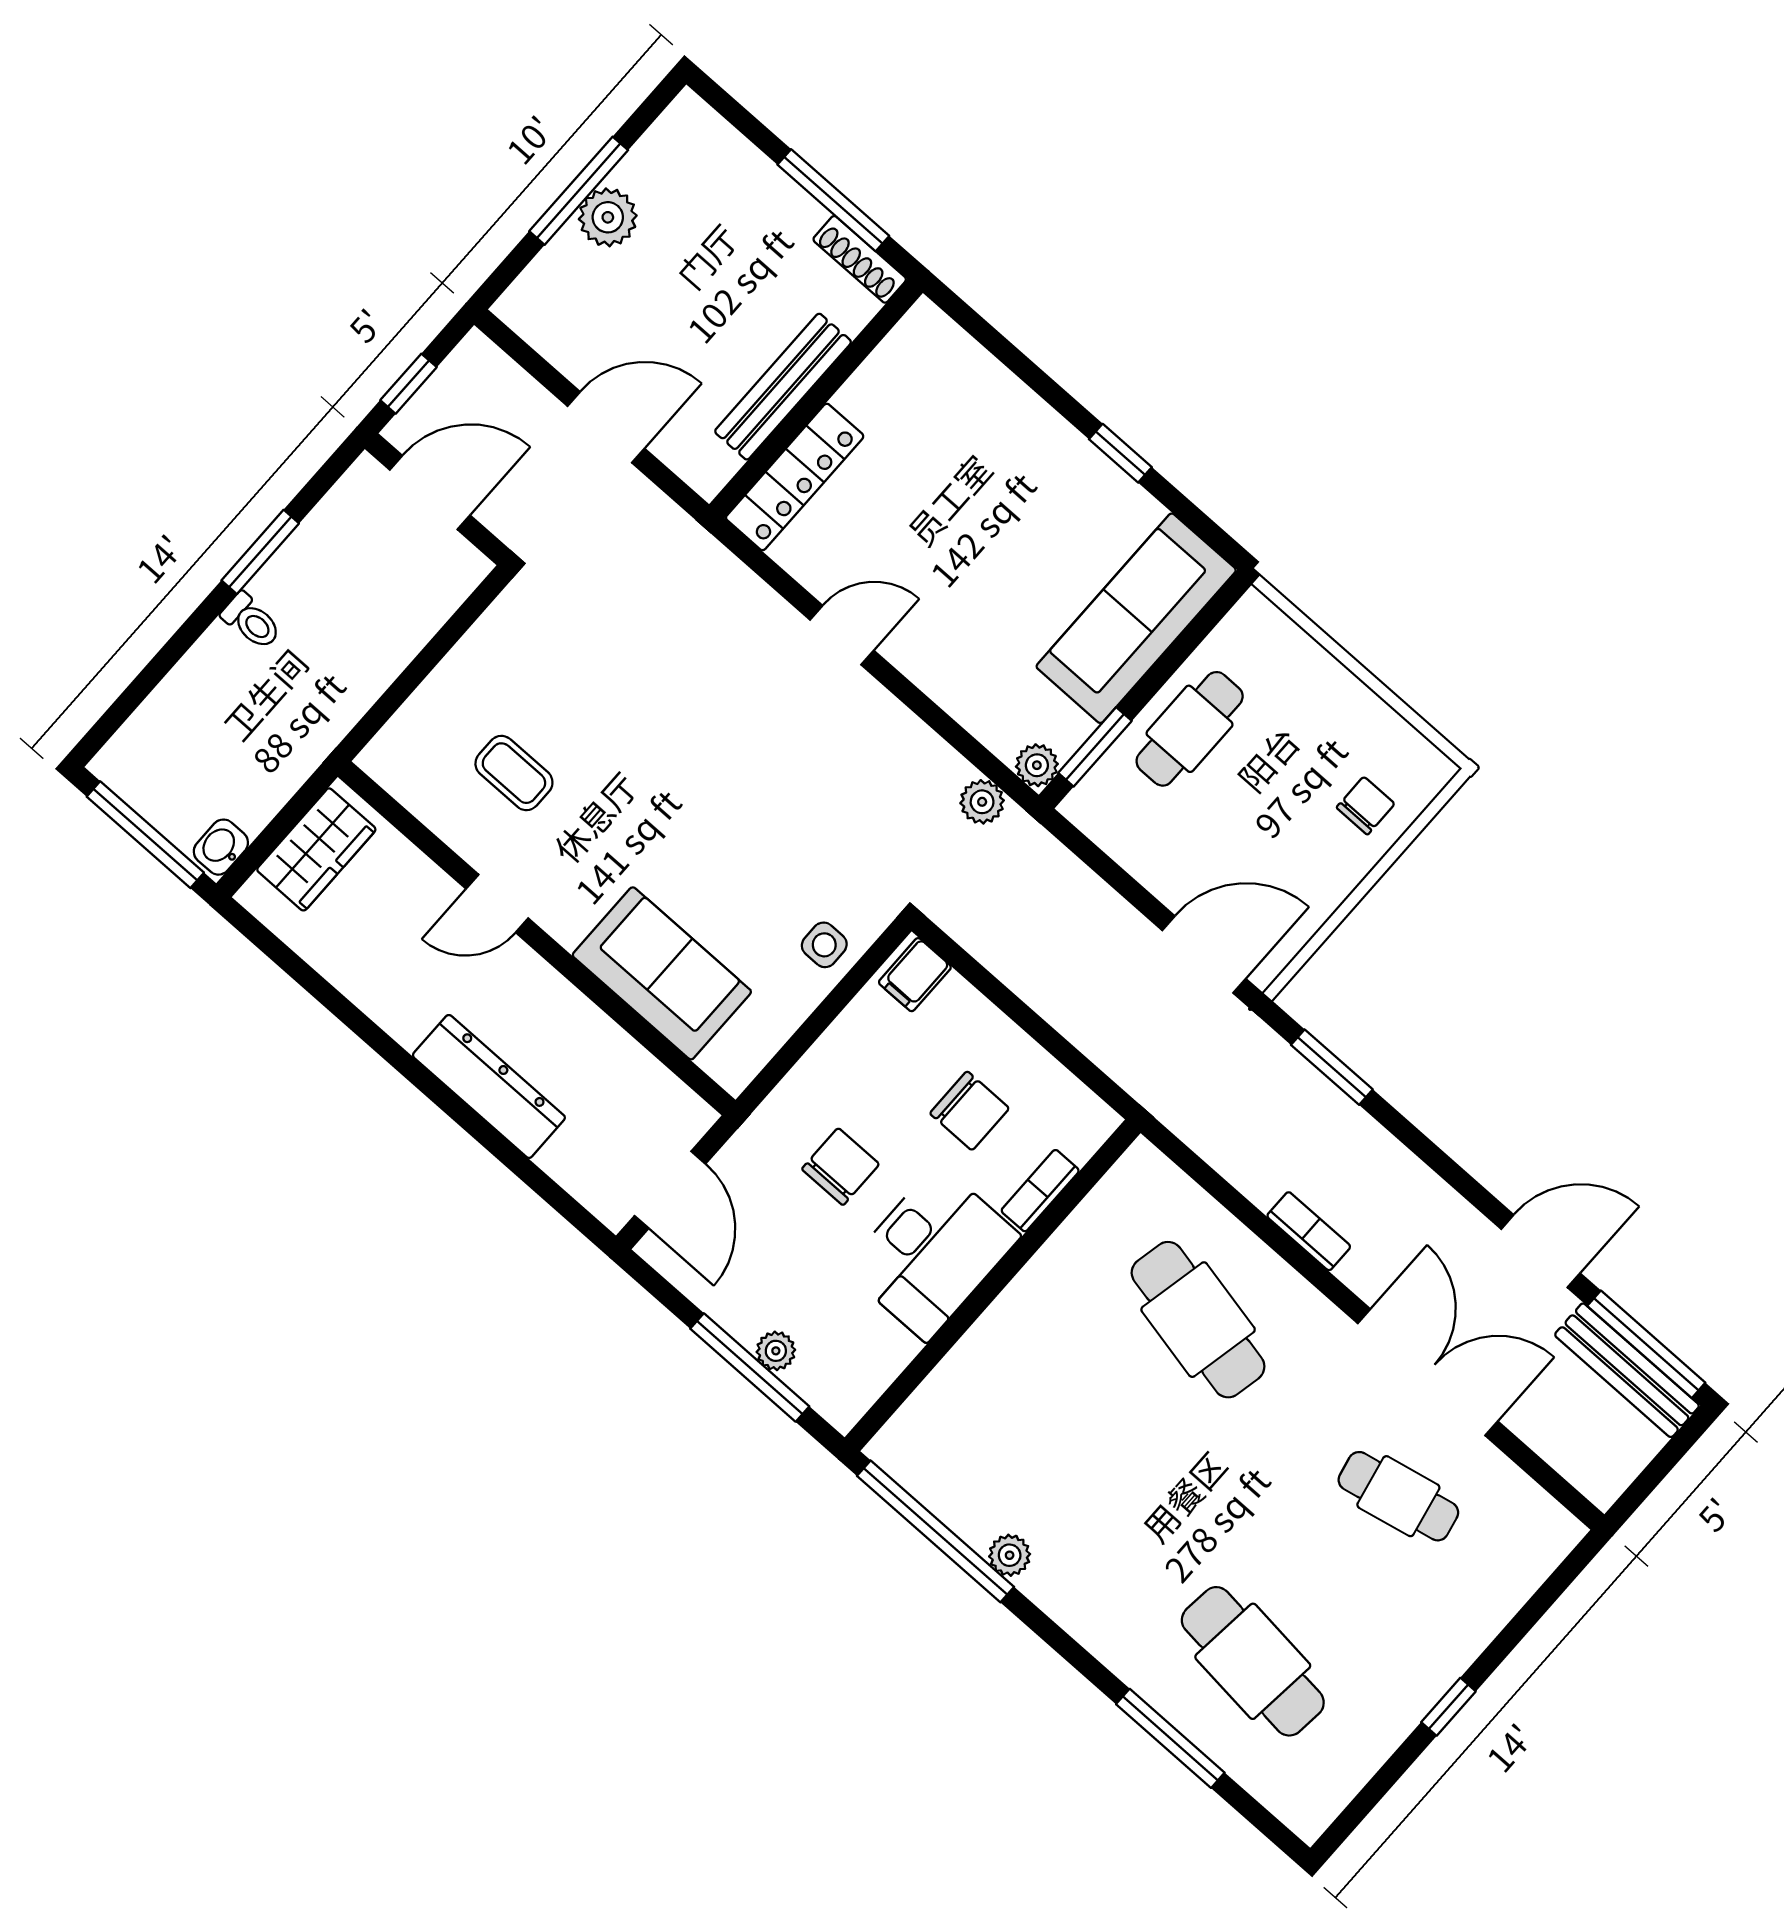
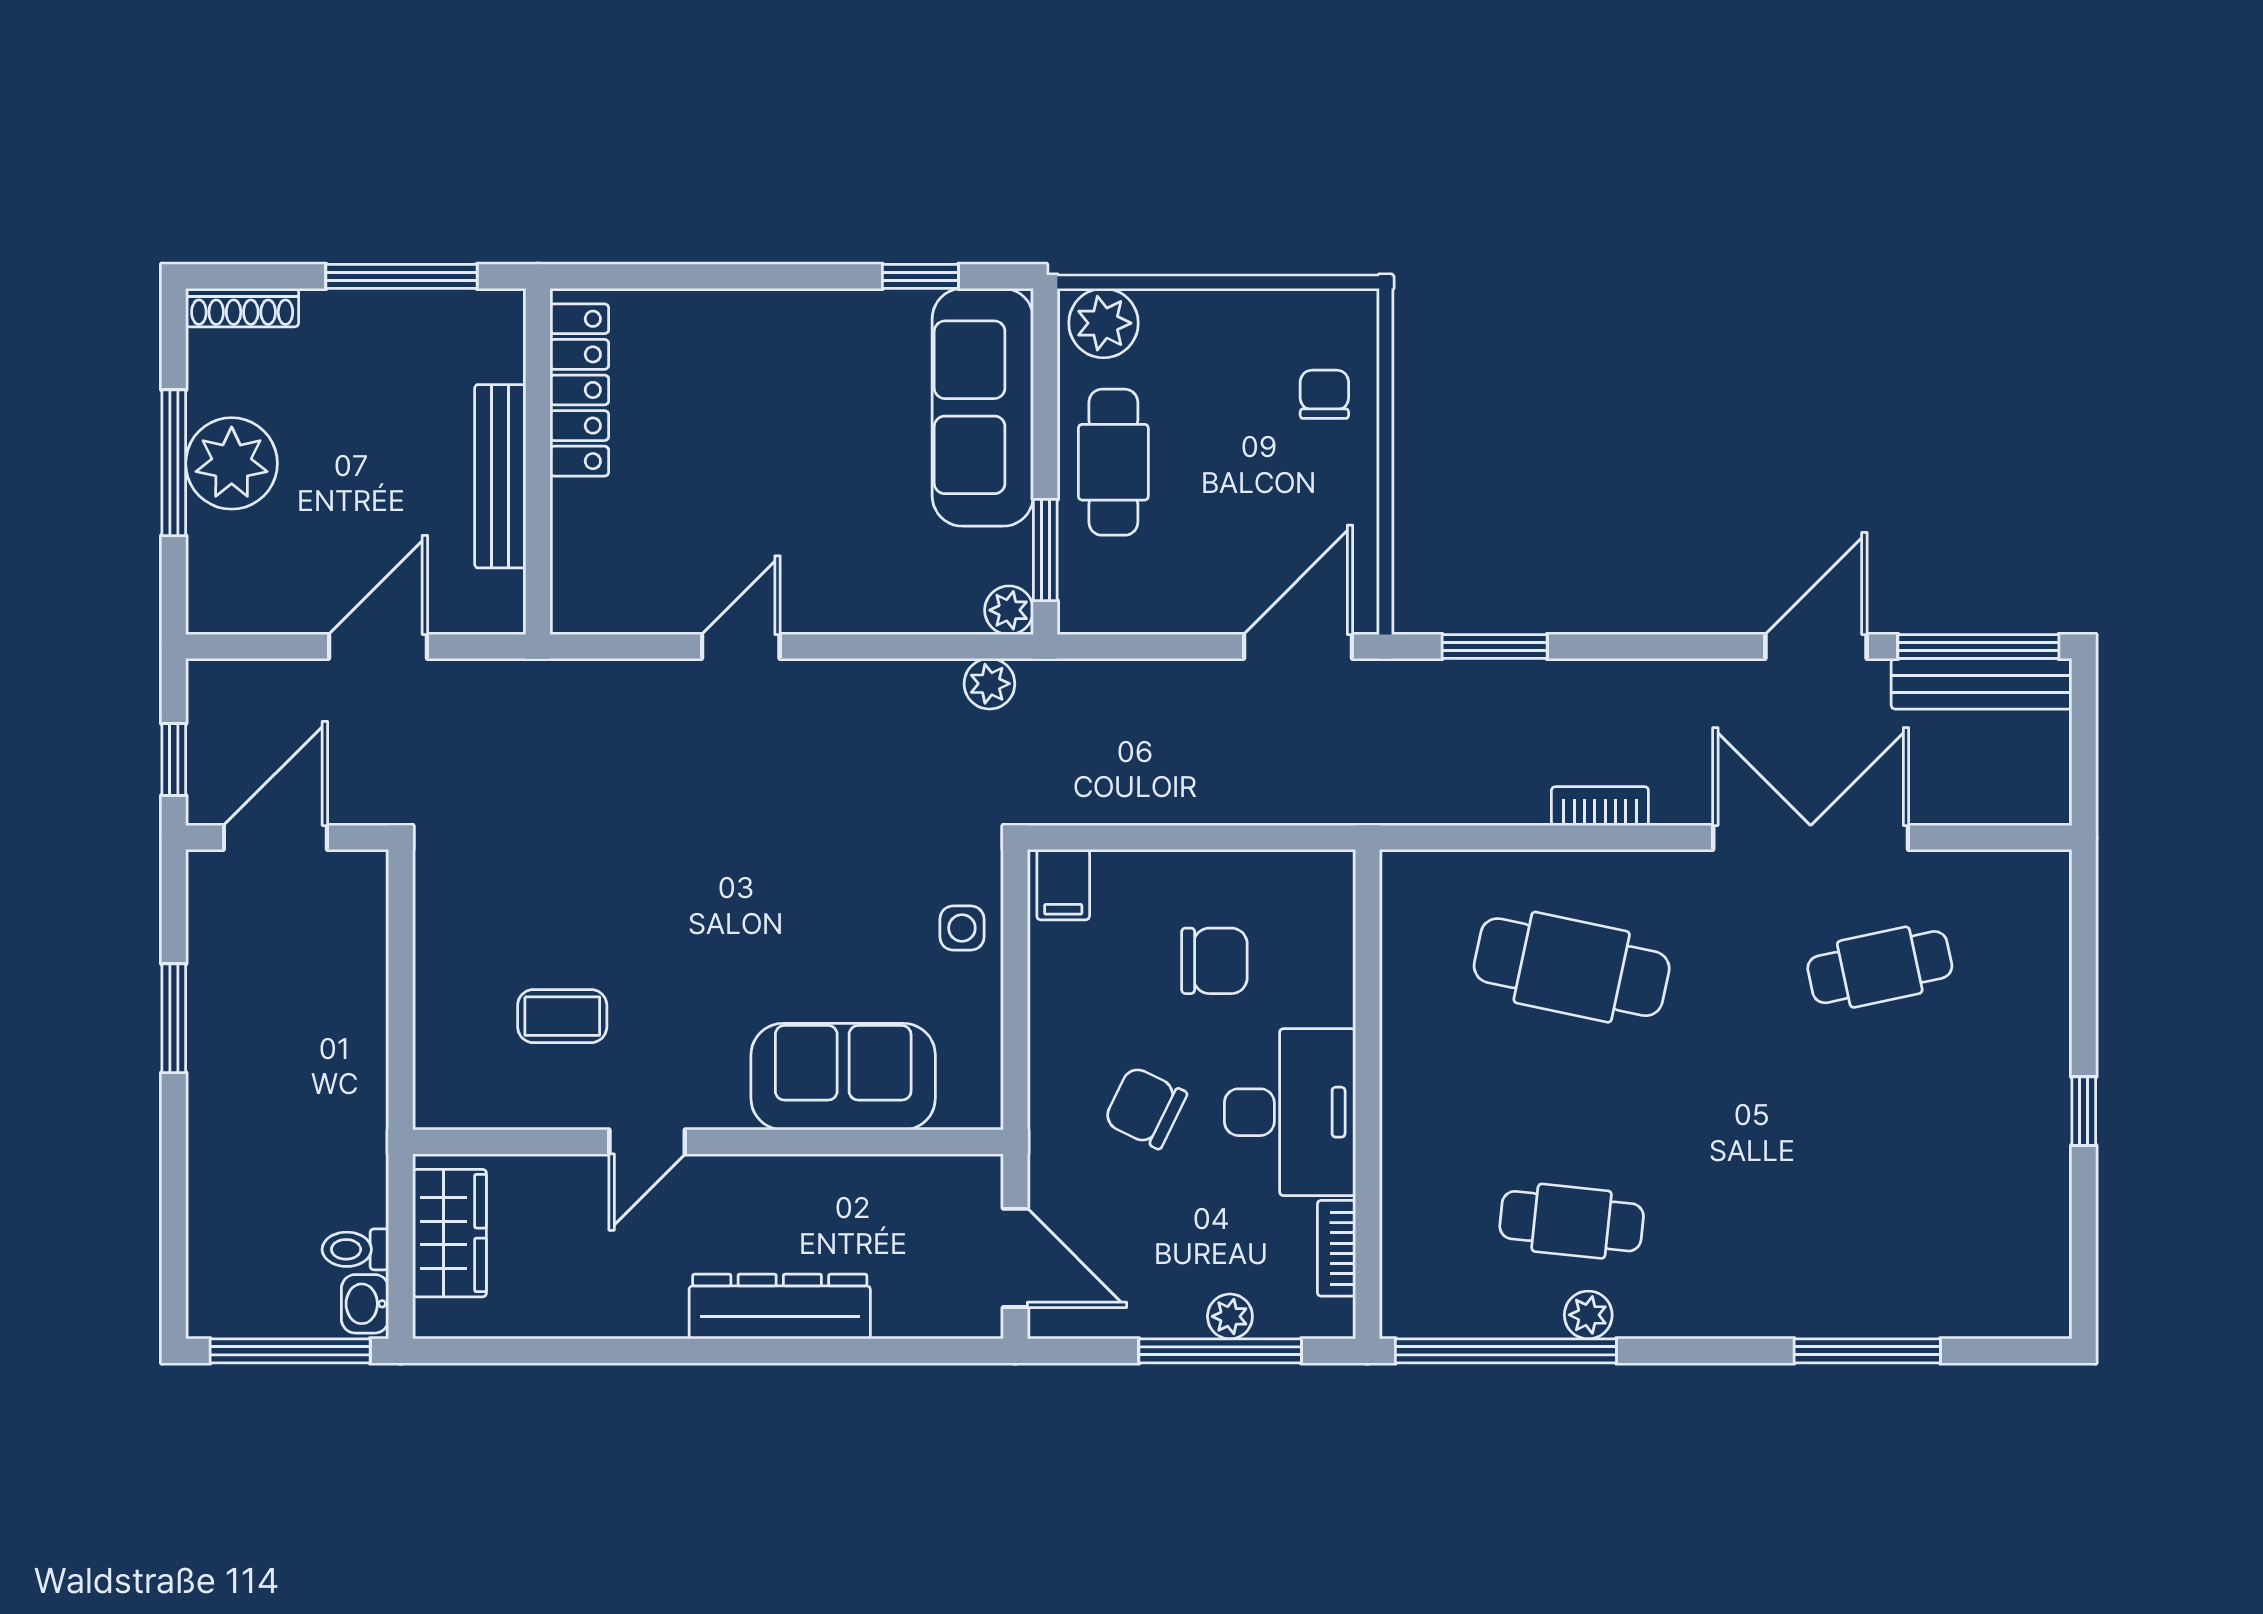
plant: (608, 217) -> (232, 463), width x1.36, depth x1.36
shoe rack: (860, 259) -> (242, 308), moved
window: (1120, 453) -> (920, 276), moved
locker: (795, 477) -> (579, 390), moved
toilet: (251, 621) -> (355, 1249), moved, turned 180
plant: (1263, 633) -> (1103, 323), added
chair: (841, 1167) -> (1145, 1108), turned -64
bookcase: (1040, 1191) -> (1336, 1248), moved
cafe table: (1253, 1661) -> (1572, 1221), moved, width x0.73, depth x0.74

